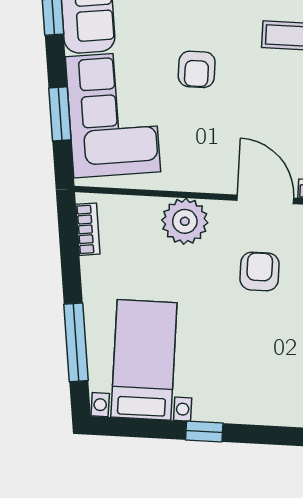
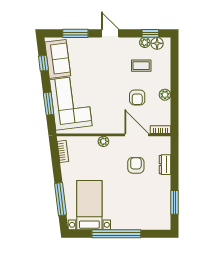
armchair: (197, 69) -> (137, 97), moved
plant: (185, 221) -> (103, 141), width x0.53, depth x0.53
window: (204, 432) -> (116, 234), width x3.17

